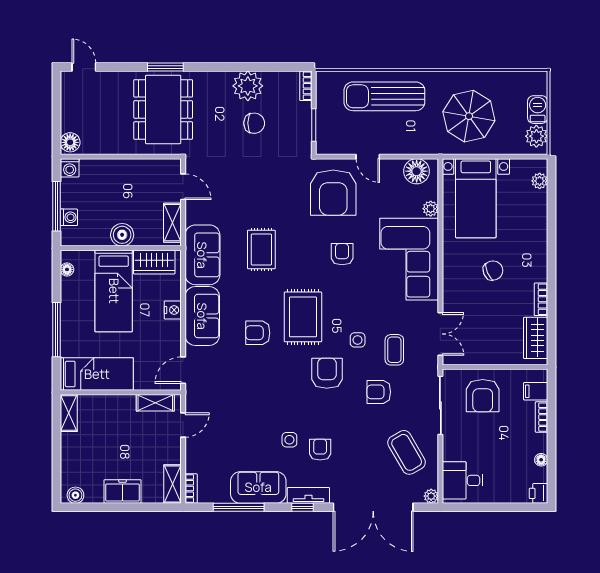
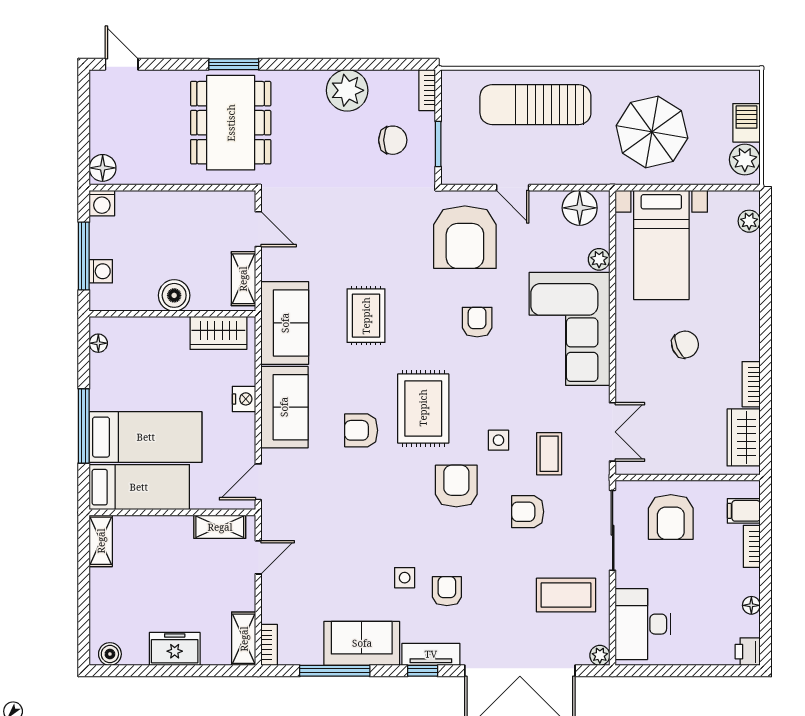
chair: (254, 123) -> (393, 140), moved
bed: (114, 291) -> (146, 437), moved, turned -90
coffee table: (407, 452) -> (566, 595), turned -60
desk: (463, 480) -> (643, 624), width x1.37

